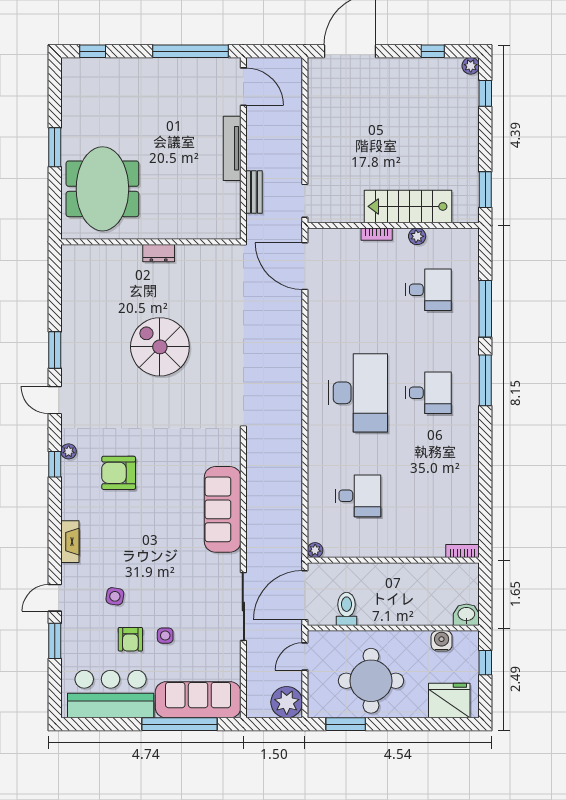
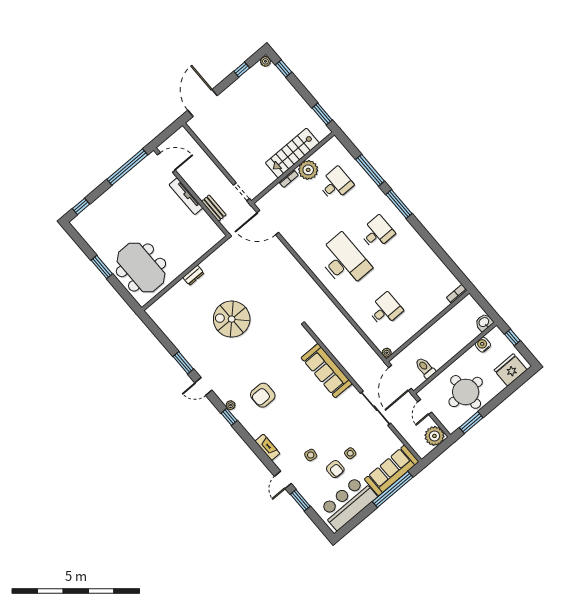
plant: (417, 236) -> (308, 170), width x1.88, depth x1.88

